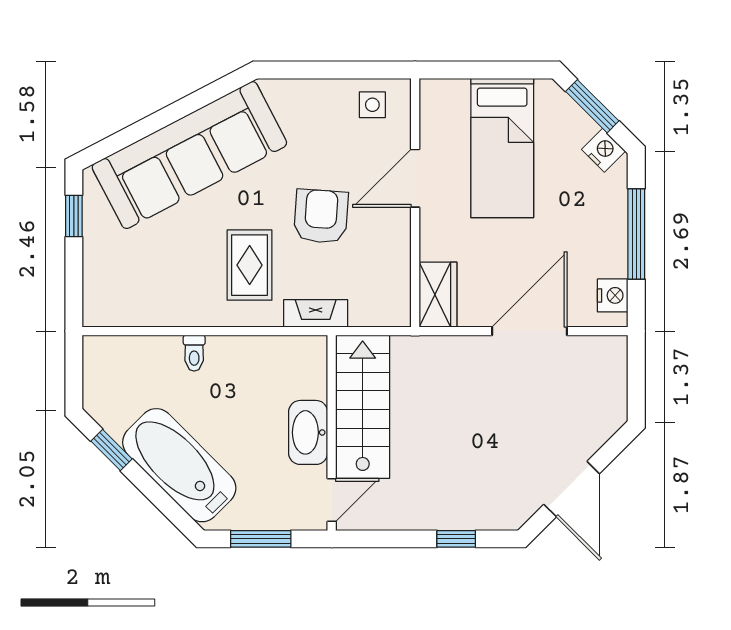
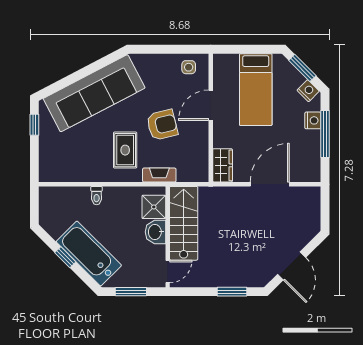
armchair: (321, 216) -> (162, 125), turned 72
nightstand: (613, 295) -> (313, 120), moved
shower: (305, 375) -> (154, 207), added
washbasin: (308, 432) -> (155, 232), width x0.72
window: (111, 450) -> (65, 257), moved
window: (456, 539) -> (232, 292), width x1.50

